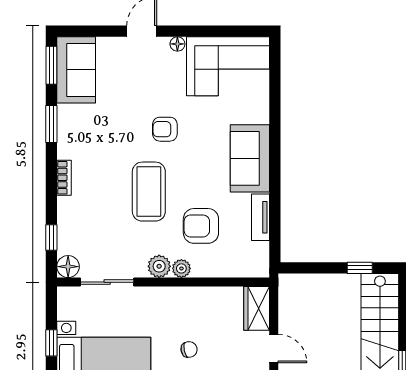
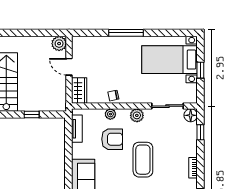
tv unit: (261, 217) -> (77, 129), moved
plant: (181, 268) -> (110, 114), moved
window: (360, 268) -> (32, 114), moved
chair: (189, 349) -> (113, 96), moved

